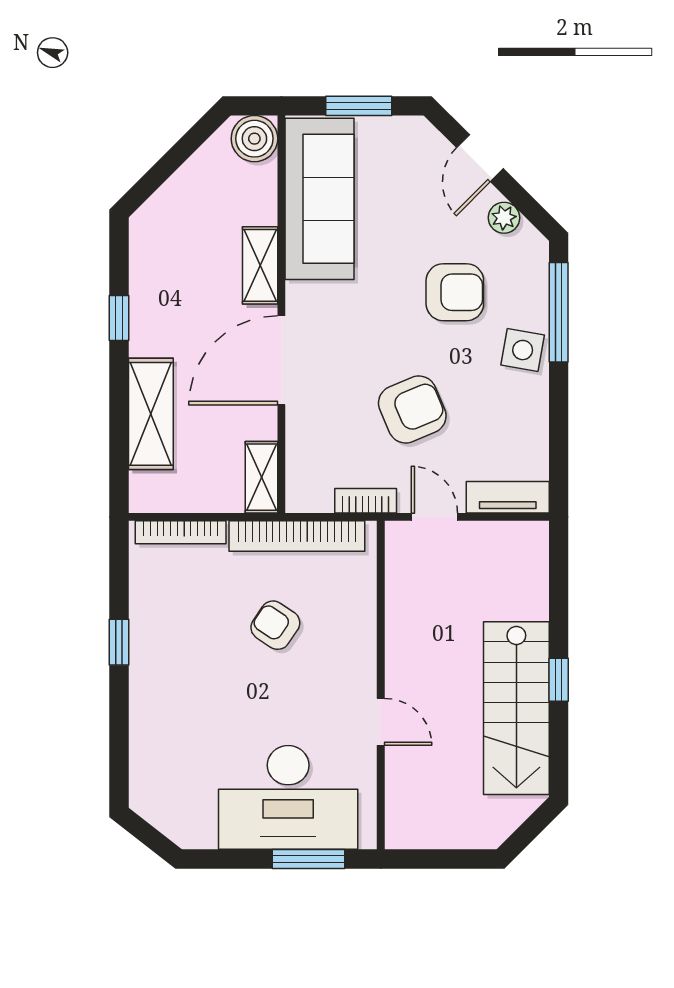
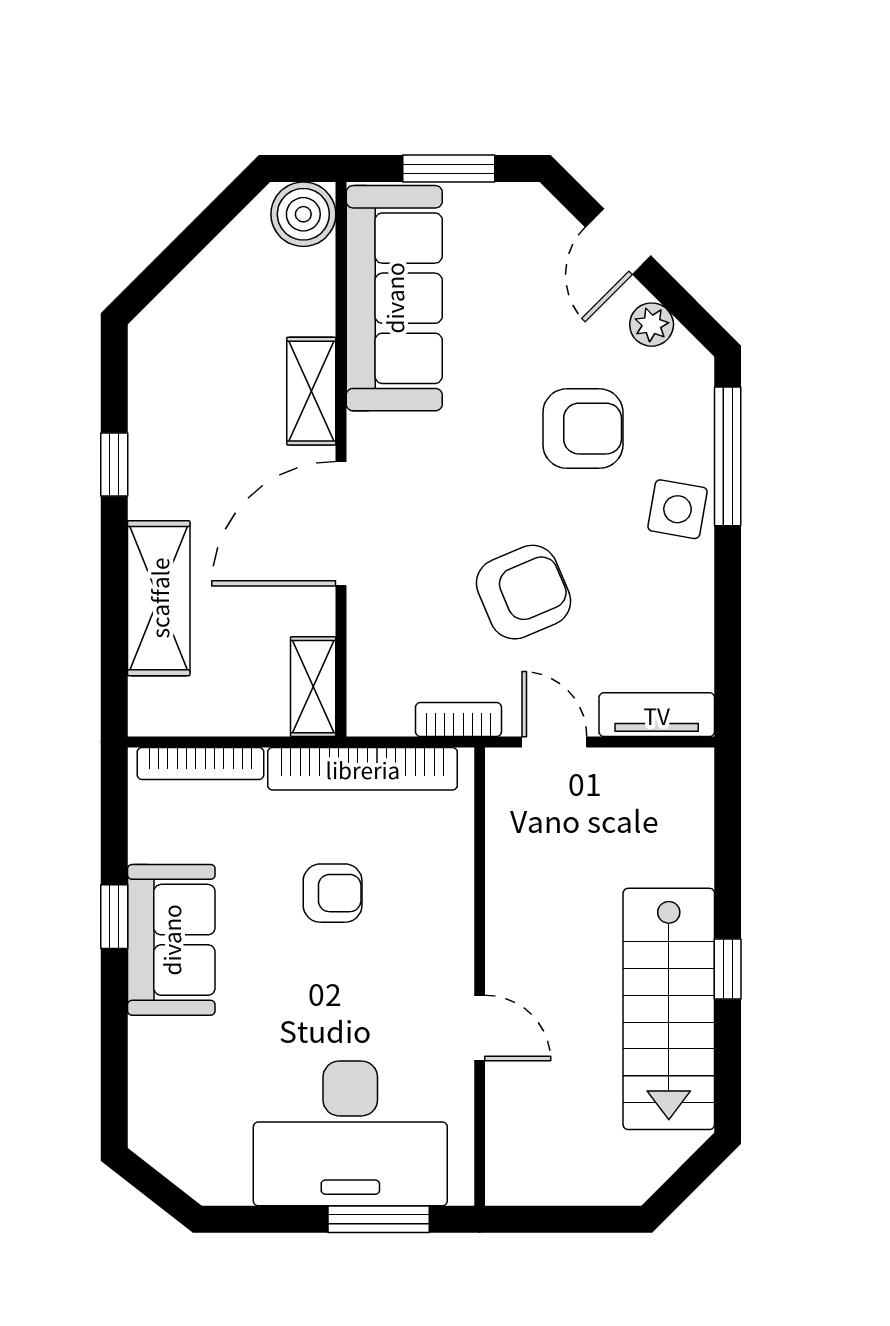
armchair: (275, 625) -> (333, 893), turned 146
sofa: (160, 659) -> (171, 940), added

